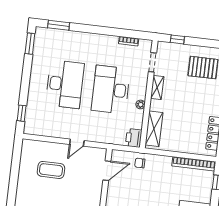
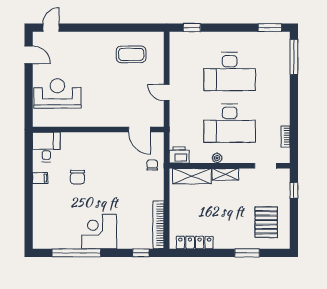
window: (59, 25) -> (294, 57), width x1.44
shelving: (157, 88) -> (225, 174), moved
desk: (111, 90) -> (230, 123), turned 180
coffee table: (51, 170) -> (131, 54), moved, turned 90

